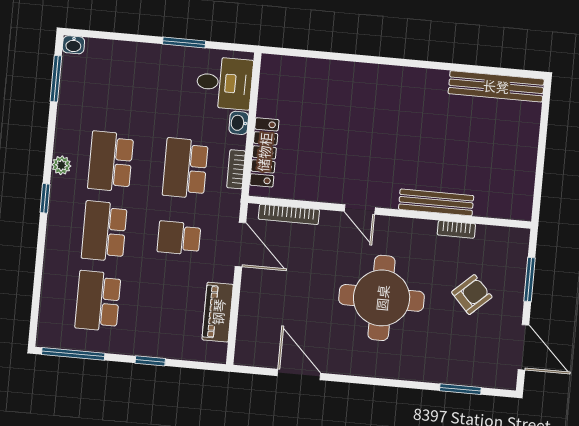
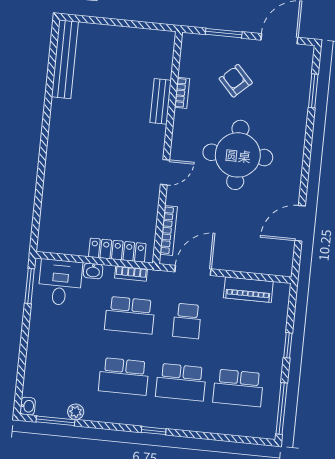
window: (184, 43) -> (30, 286), moved
plant: (61, 165) -> (76, 412), moved
bench: (436, 202) -> (161, 101), width x0.73

